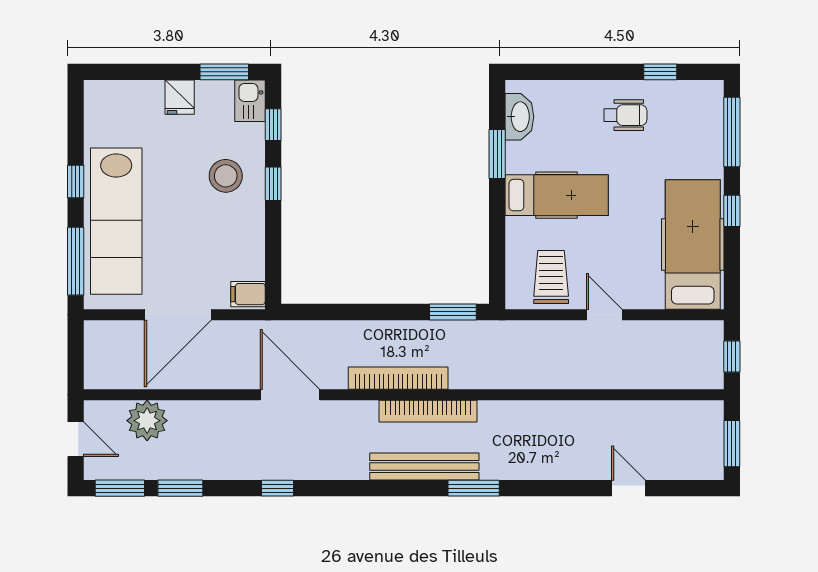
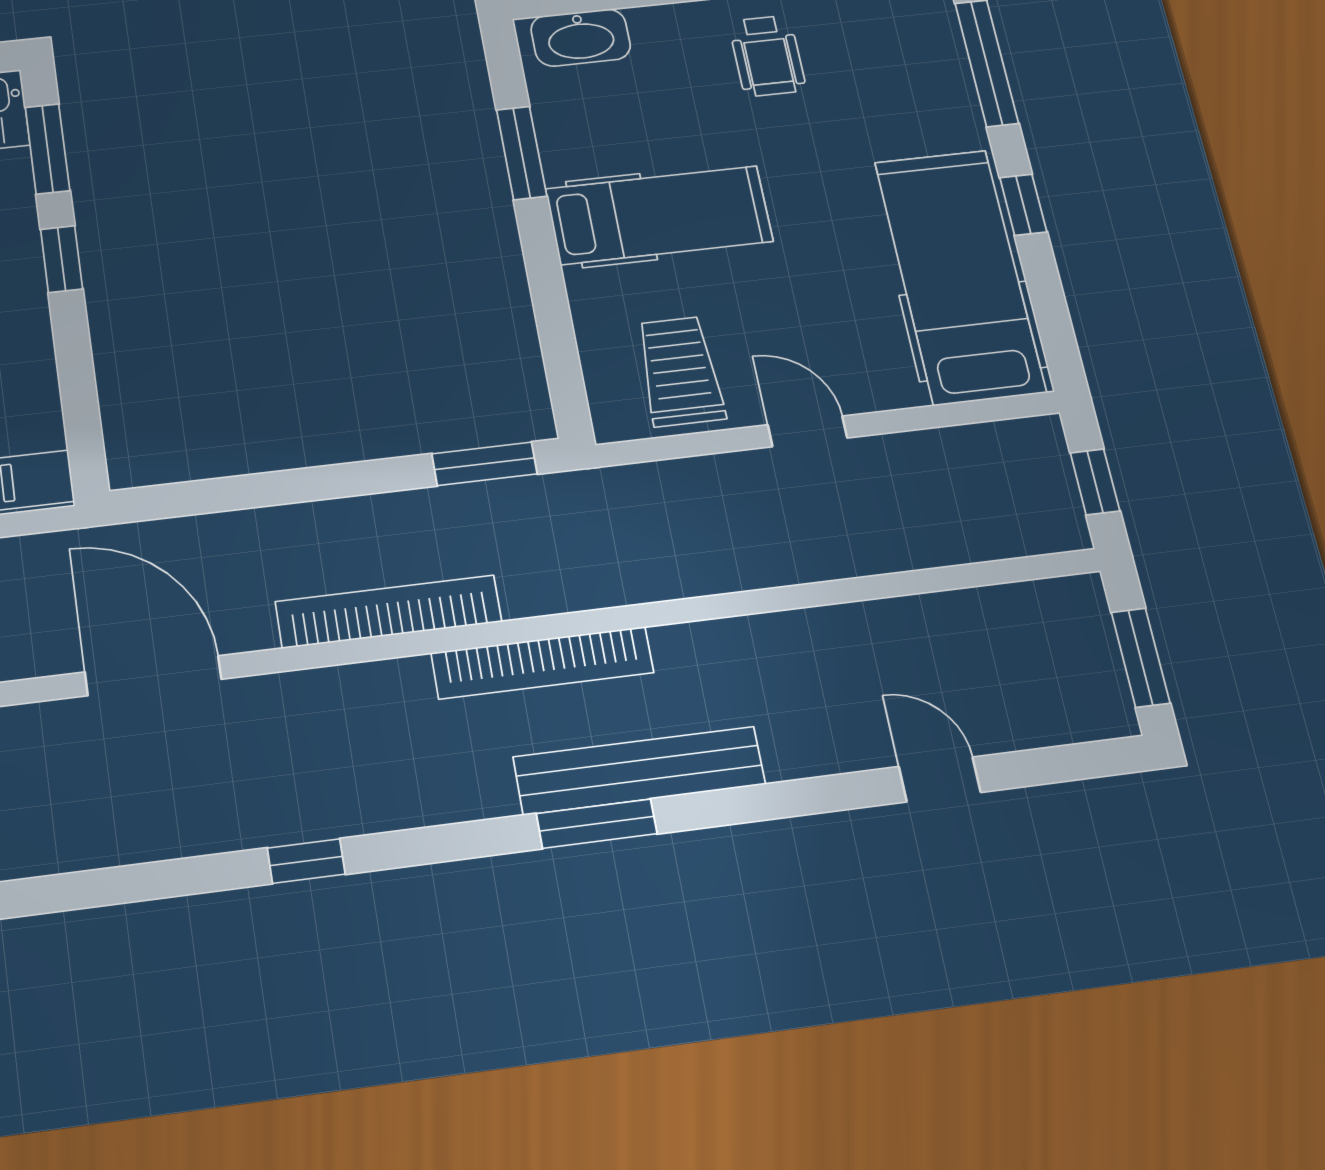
wheelchair: (625, 115) -> (767, 56), turned 90
washbasin: (519, 117) -> (581, 38), moved, turned 90
window: (273, 125) -> (48, 149), width x1.50
bookcase: (428, 411) -> (542, 663), moved
bench: (424, 467) -> (639, 771), moved
window: (278, 488) -> (306, 861), moved

